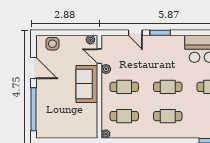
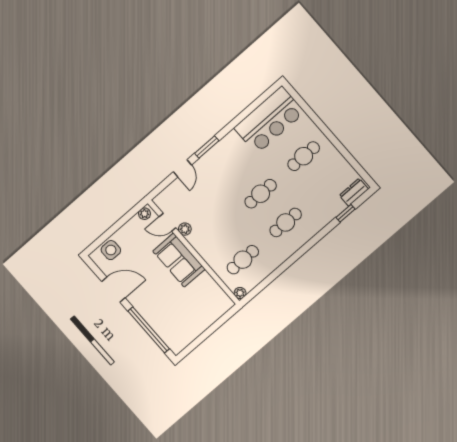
door: (135, 33) -> (182, 168), hinge flipped
cafe table: (124, 87) -> (218, 231), removed

